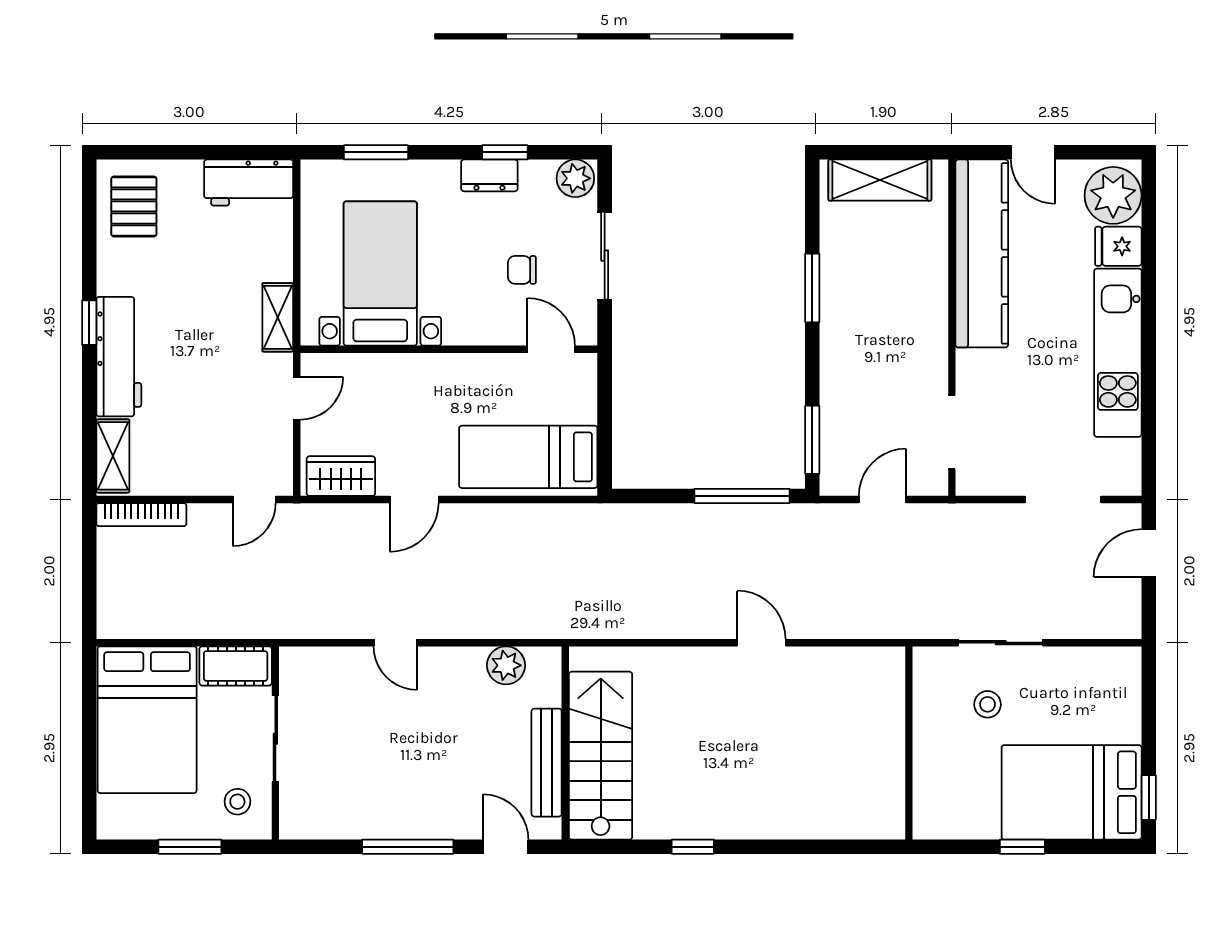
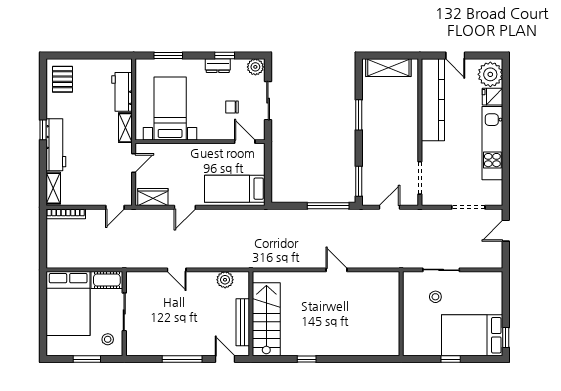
workbench: (249, 183) -> (122, 92), moved, turned 90

